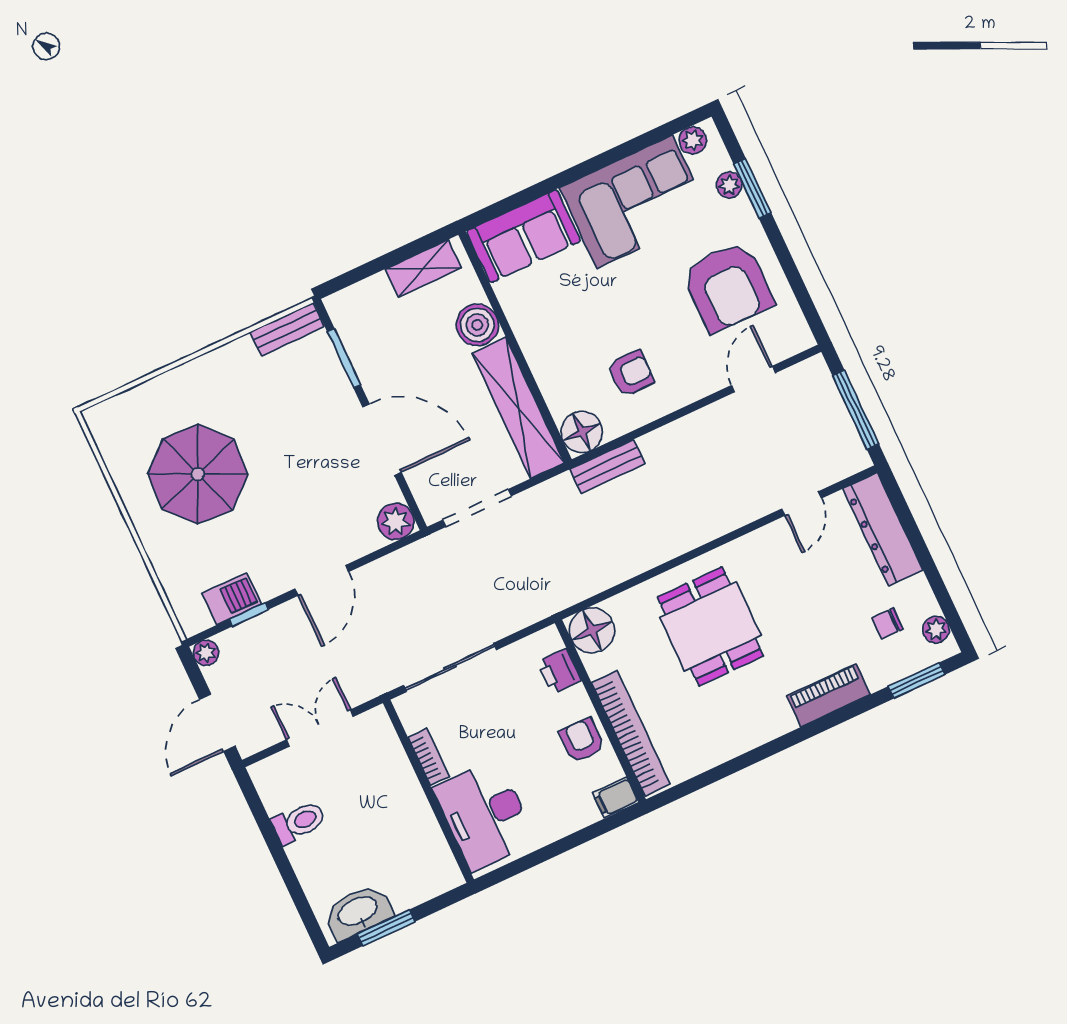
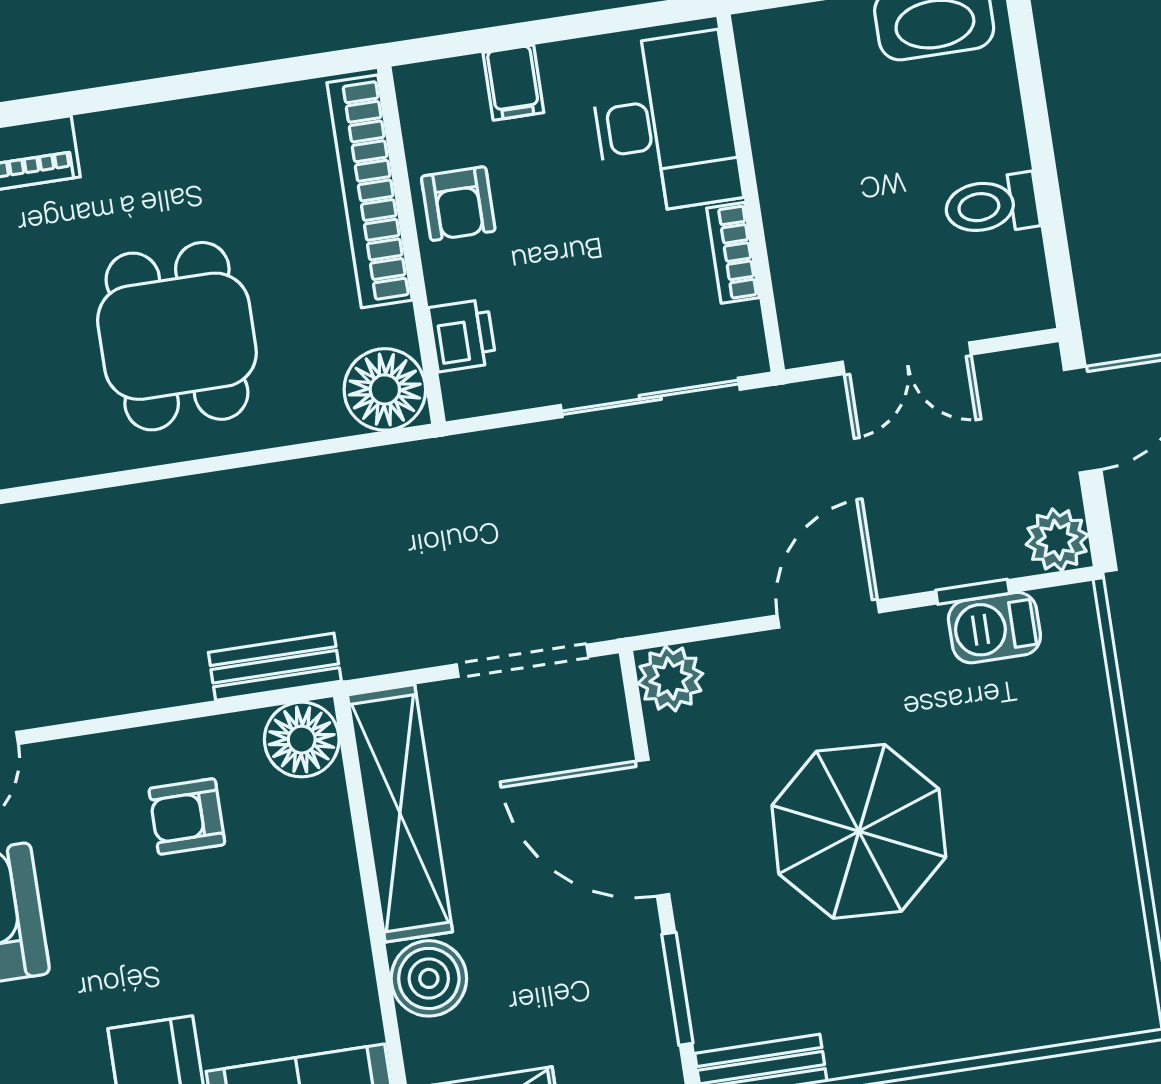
parasol: (198, 474) -> (859, 831), moved
plant: (206, 653) -> (1057, 540), width x1.38, depth x1.38
filing cabinet: (616, 798) -> (513, 83), moved, turned 90

